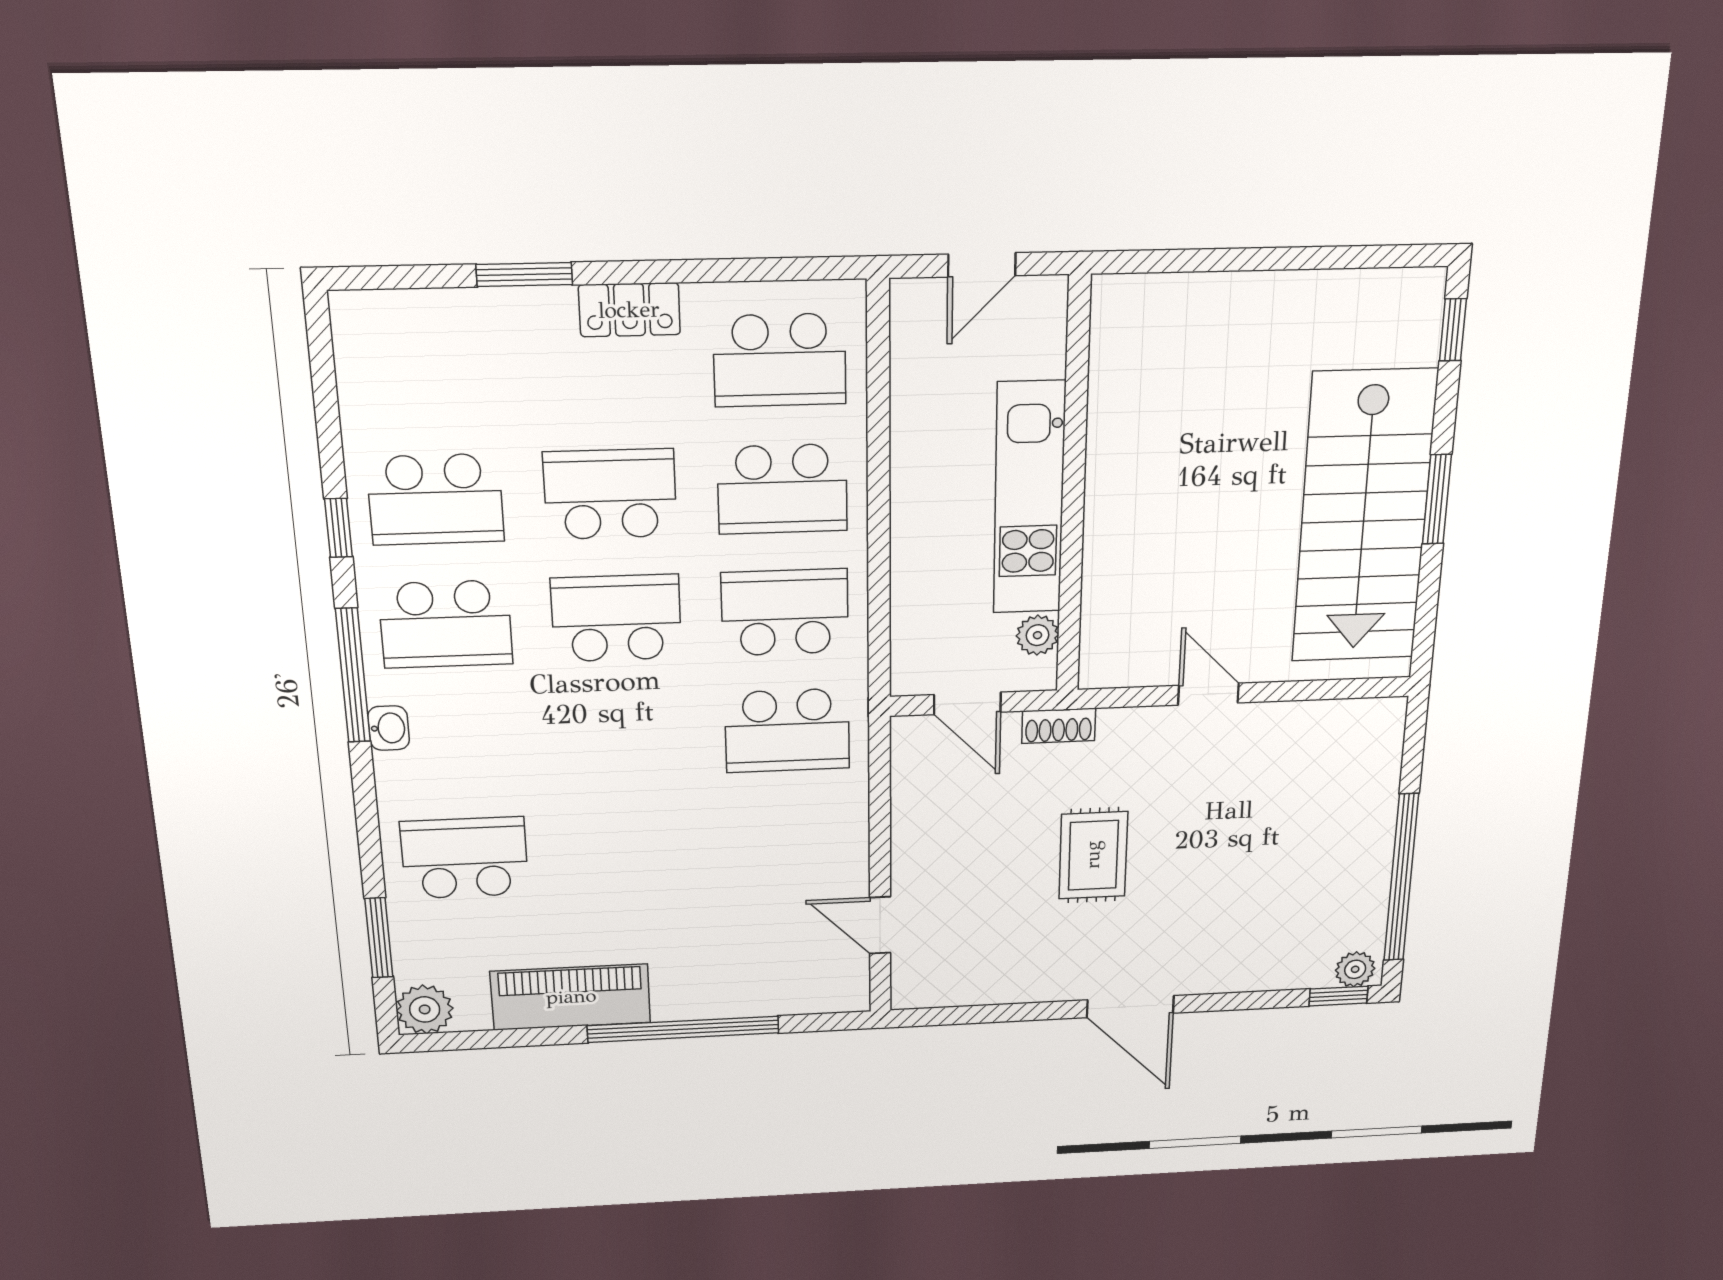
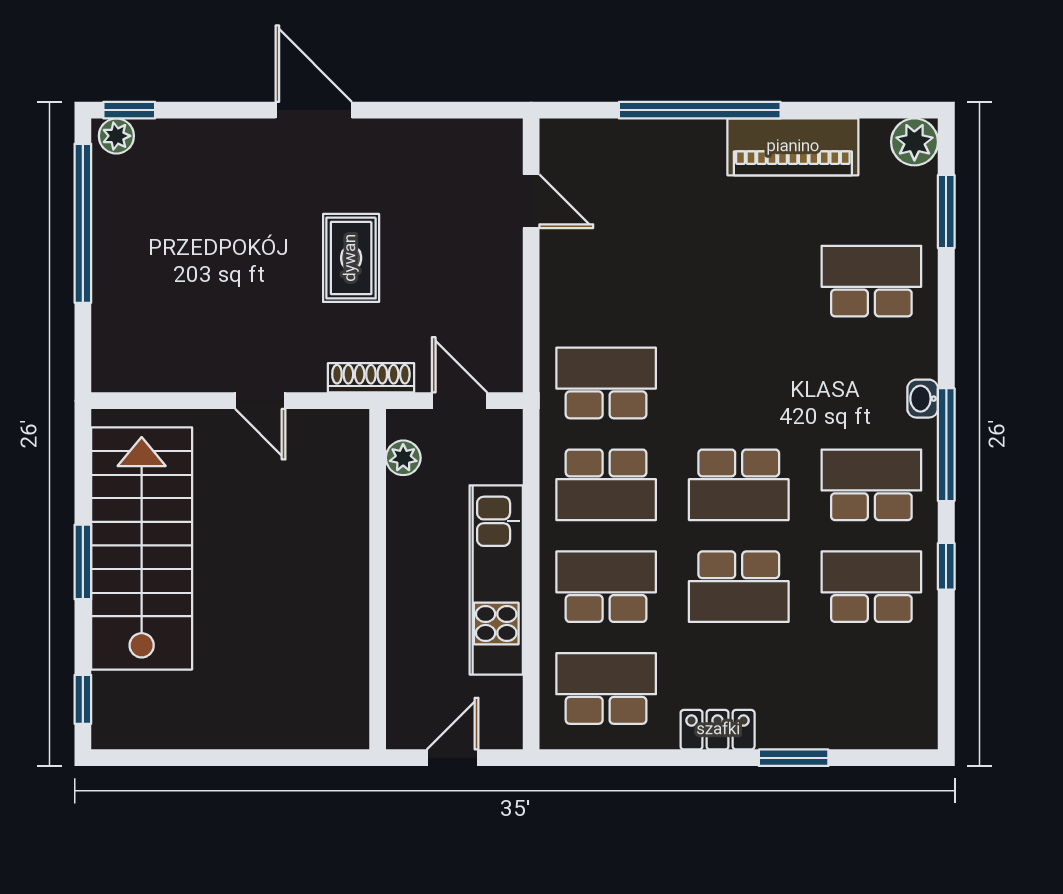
kitchen unit: (1029, 498) -> (496, 580), moved, turned 180
shoe rack: (1059, 726) -> (371, 378), width x1.43
school desk: (465, 858) -> (871, 281), turned 180

